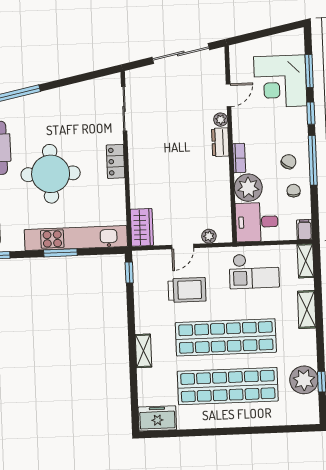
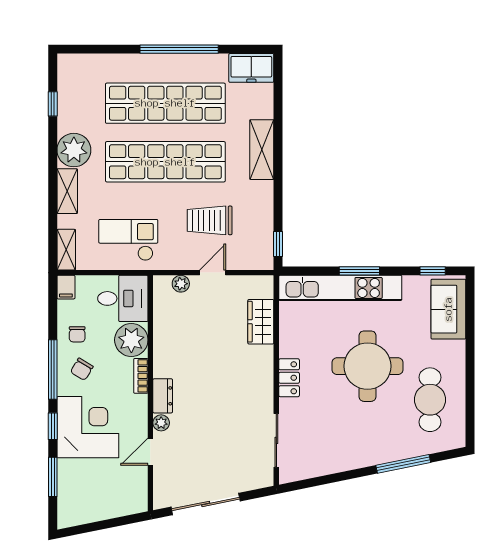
corner desk: (280, 81) -> (88, 427), moved
wardrobe: (142, 227) -> (261, 322), moved
shelving: (143, 351) -> (262, 150), width x1.50, depth x1.33
plant: (304, 380) -> (74, 150), moved
window: (218, 432) -> (179, 49), added

